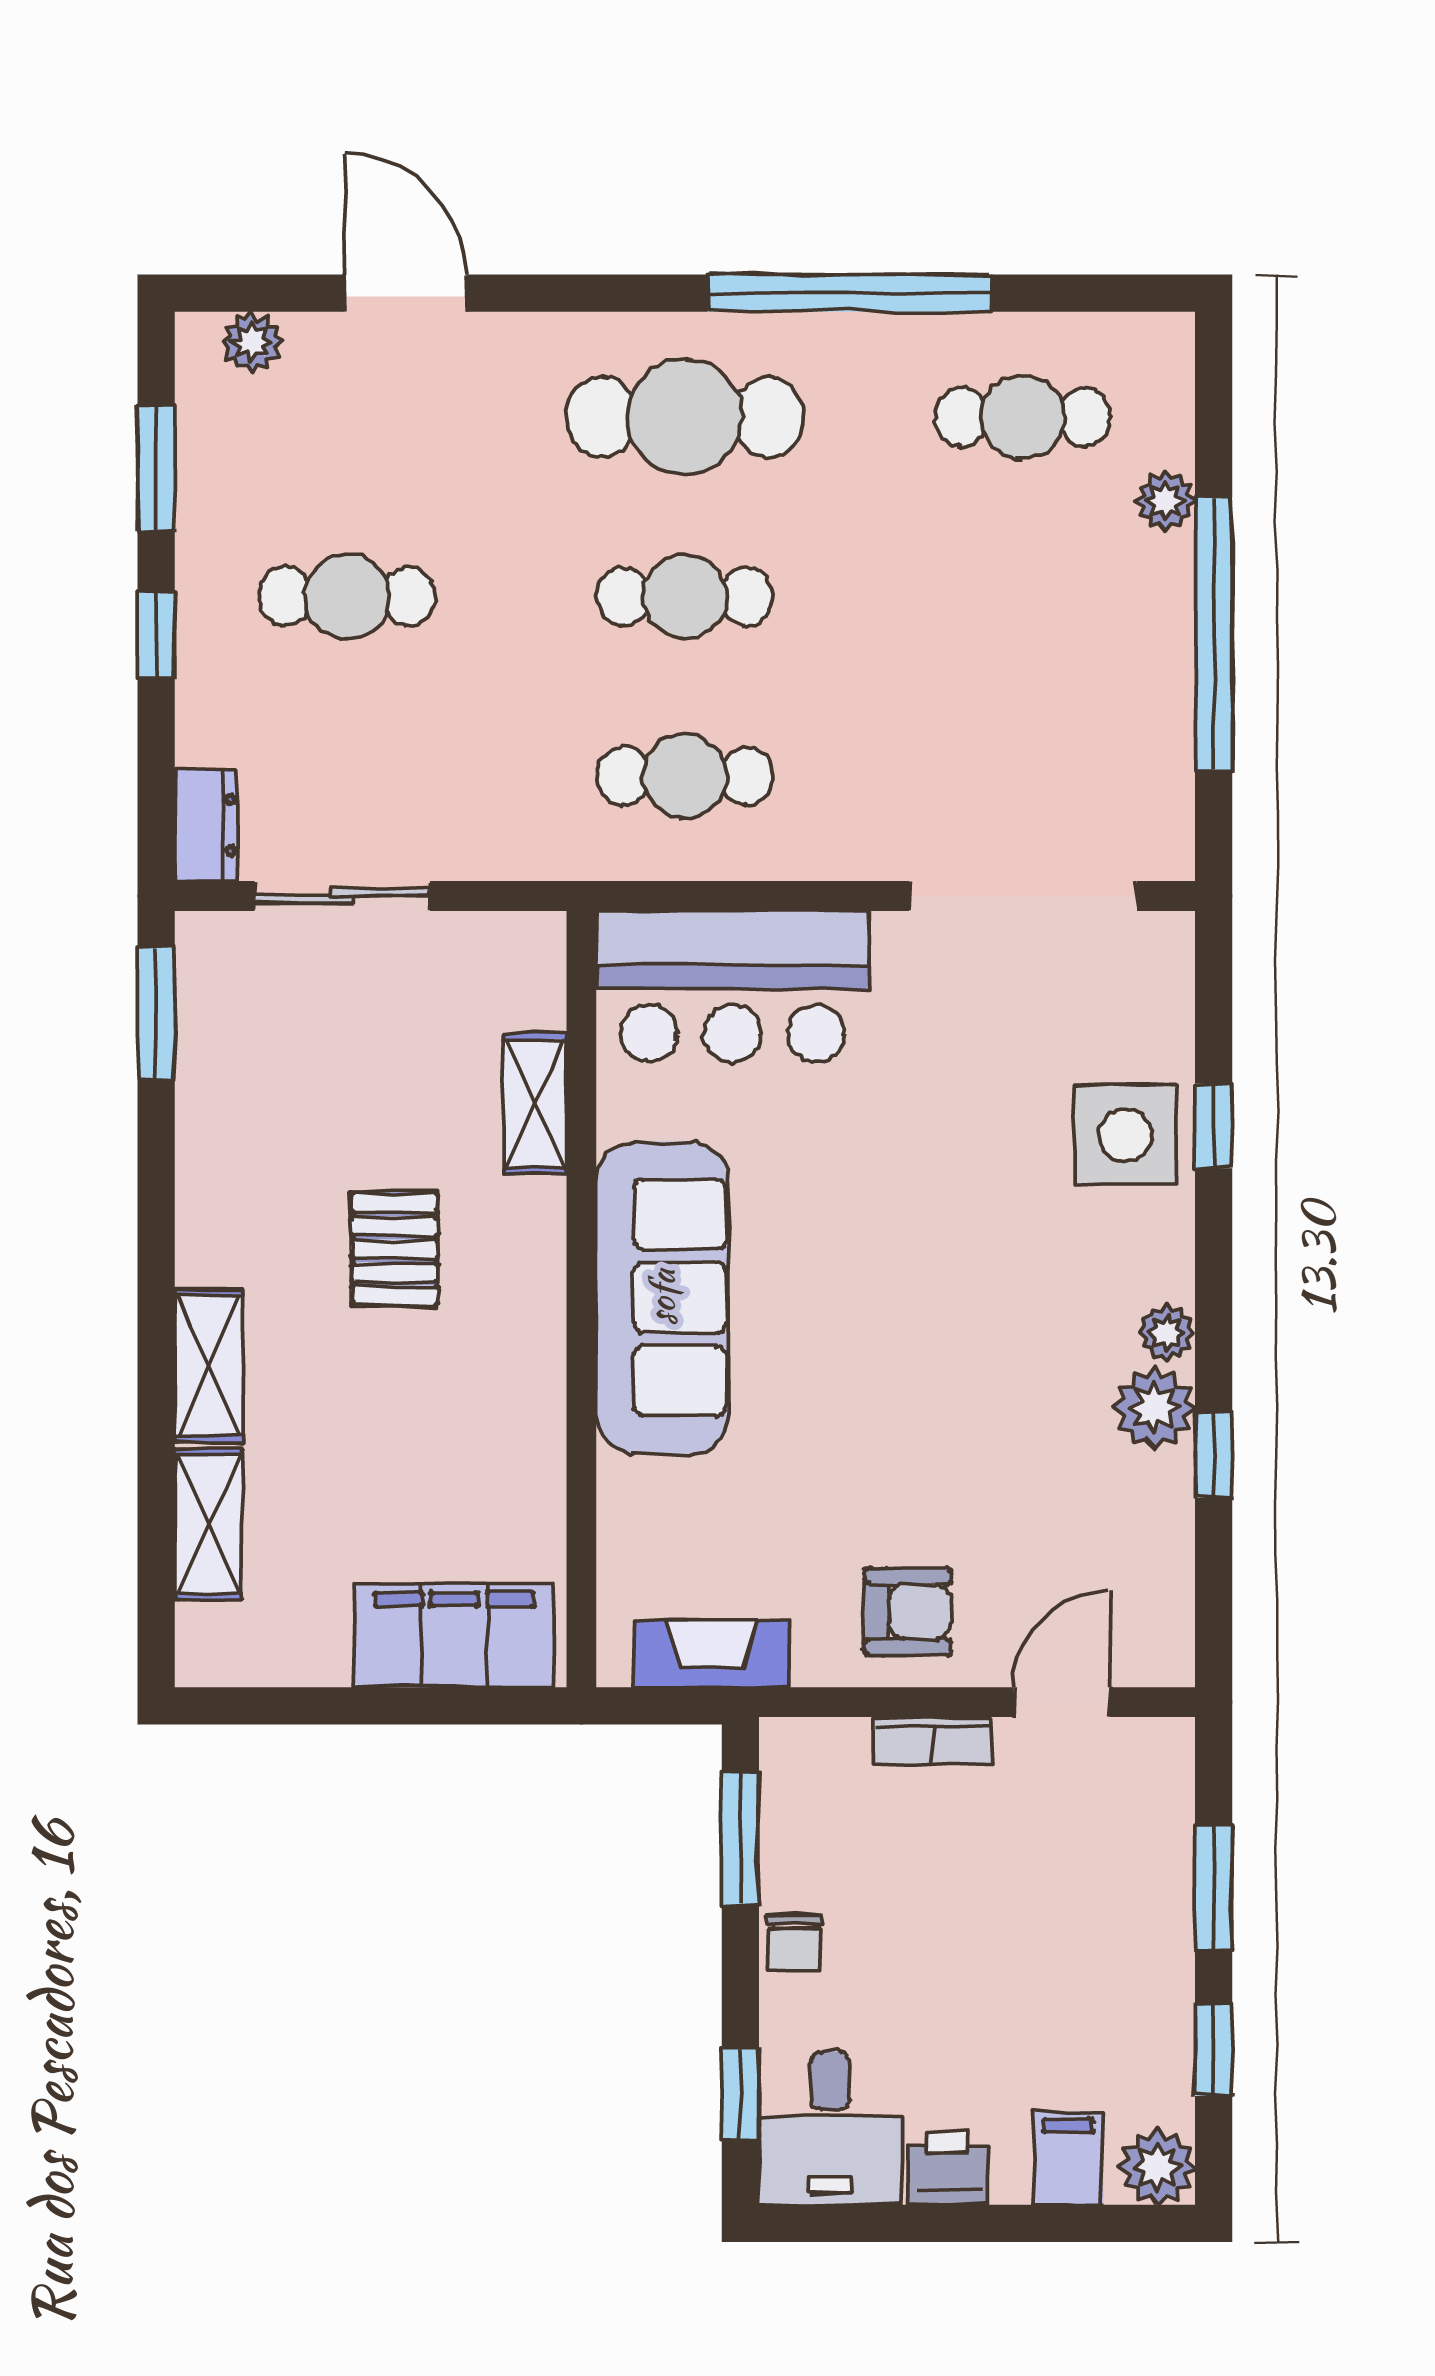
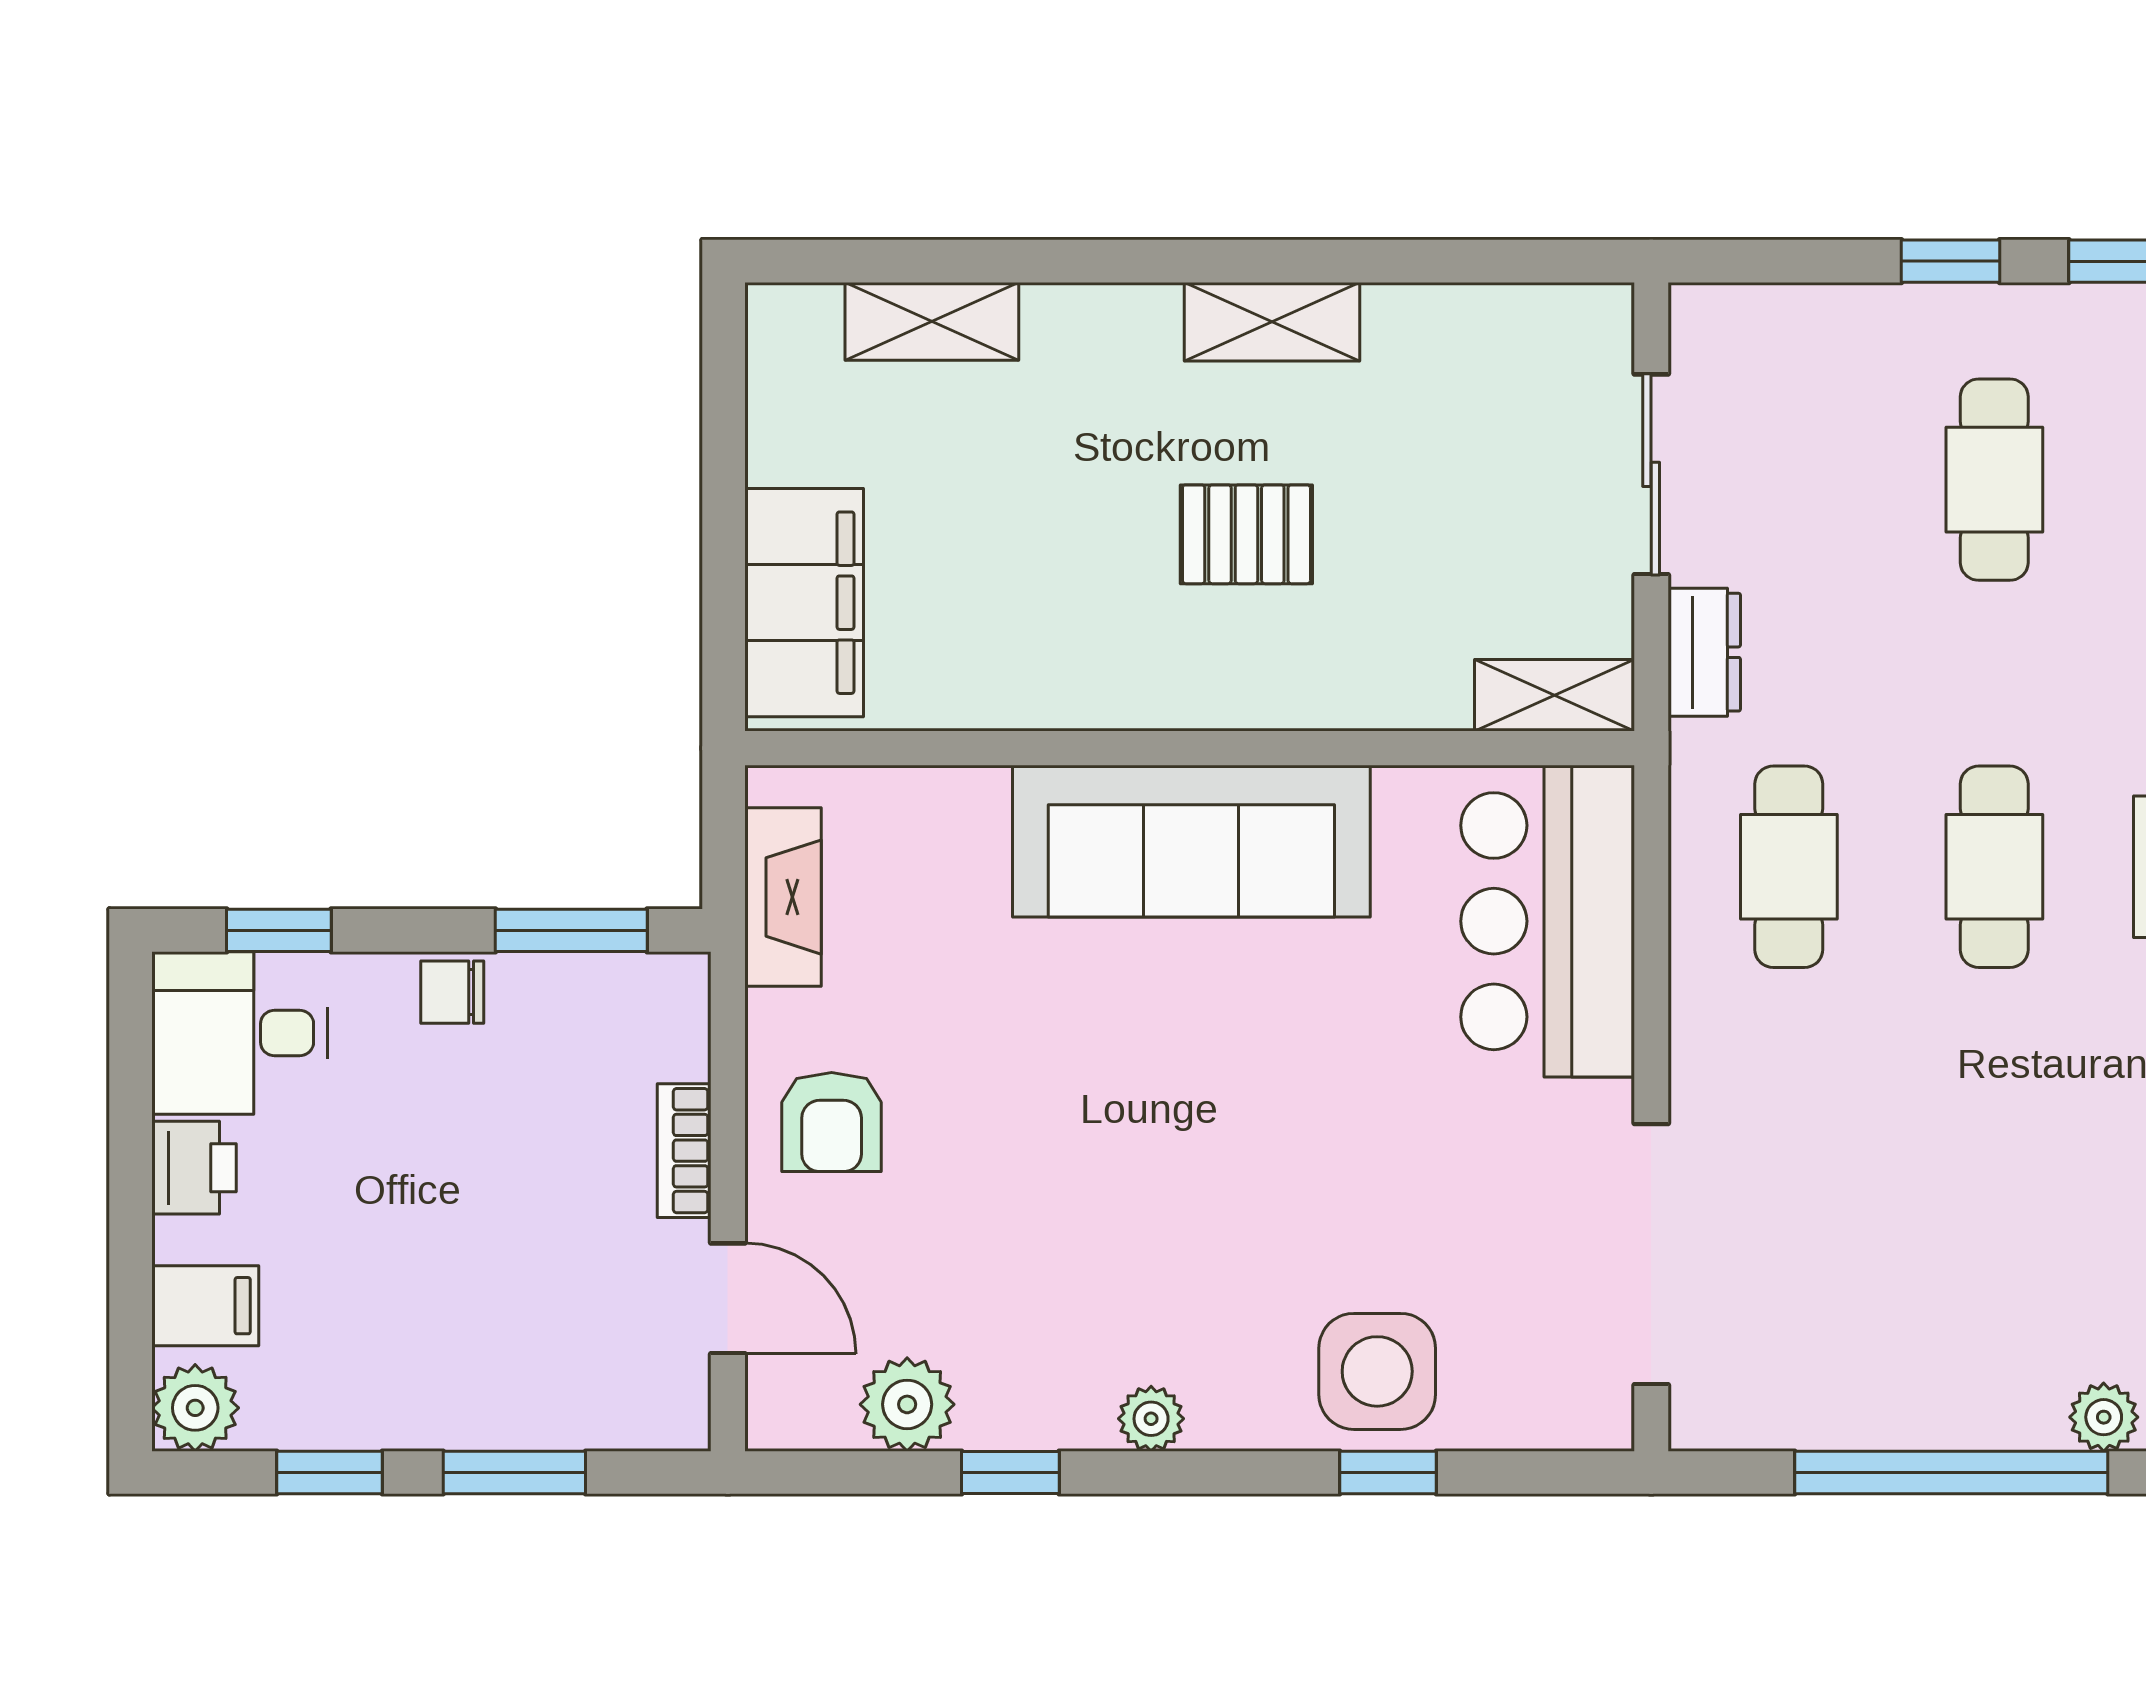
dresser: (206, 825) -> (1704, 652), moved, turned -90
window: (156, 1013) -> (1517, 261), removed
shelving: (535, 1103) -> (1554, 695), moved
shelving: (209, 1366) -> (1272, 322), moved
plant: (1154, 1408) -> (907, 1404), moved

